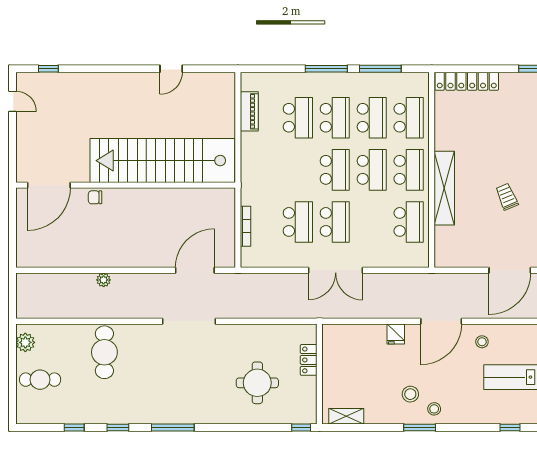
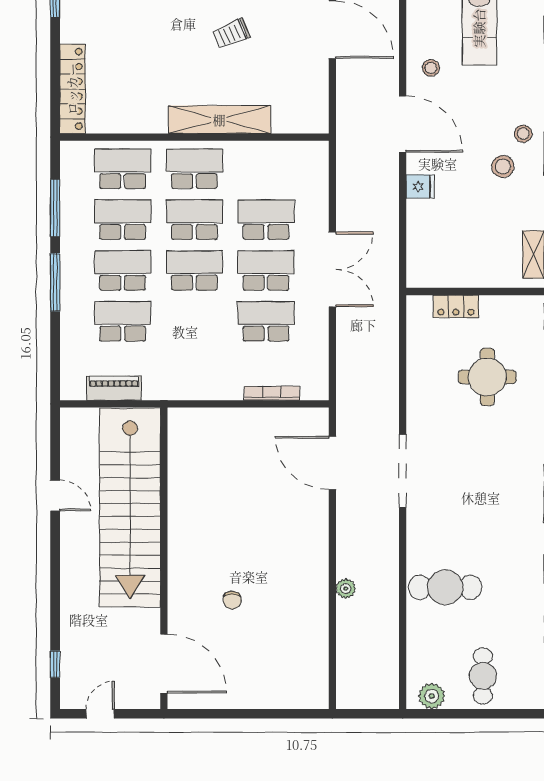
stairs: (162, 161) -> (130, 508), moved
door: (49, 185) -> (164, 664), moved
wall: (126, 185) -> (164, 558), moved
school desk: (409, 222) -> (266, 220), moved

